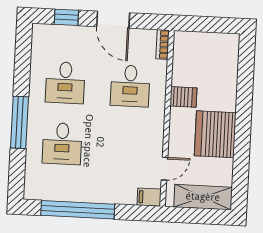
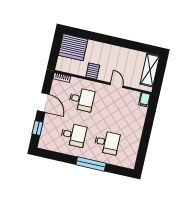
door: (113, 20) -> (43, 102), hinge flipped
server rack: (215, 134) -> (73, 47), moved
door: (164, 169) -> (117, 85), moved
window: (78, 210) -> (145, 140), removed

